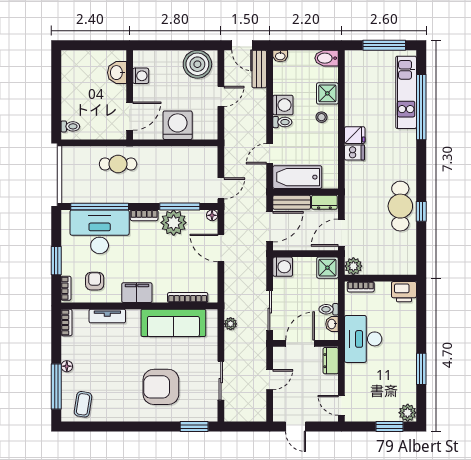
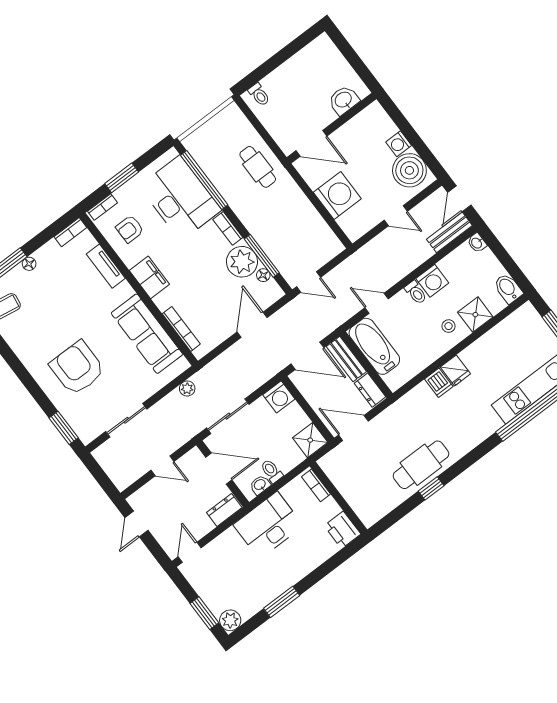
washing machine: (141, 76) -> (399, 144), moved, turned 90
floor lamp: (212, 215) -> (263, 275), moved
plant: (353, 266) -> (330, 464), removed
armchair: (95, 281) -> (130, 229), turned 180

